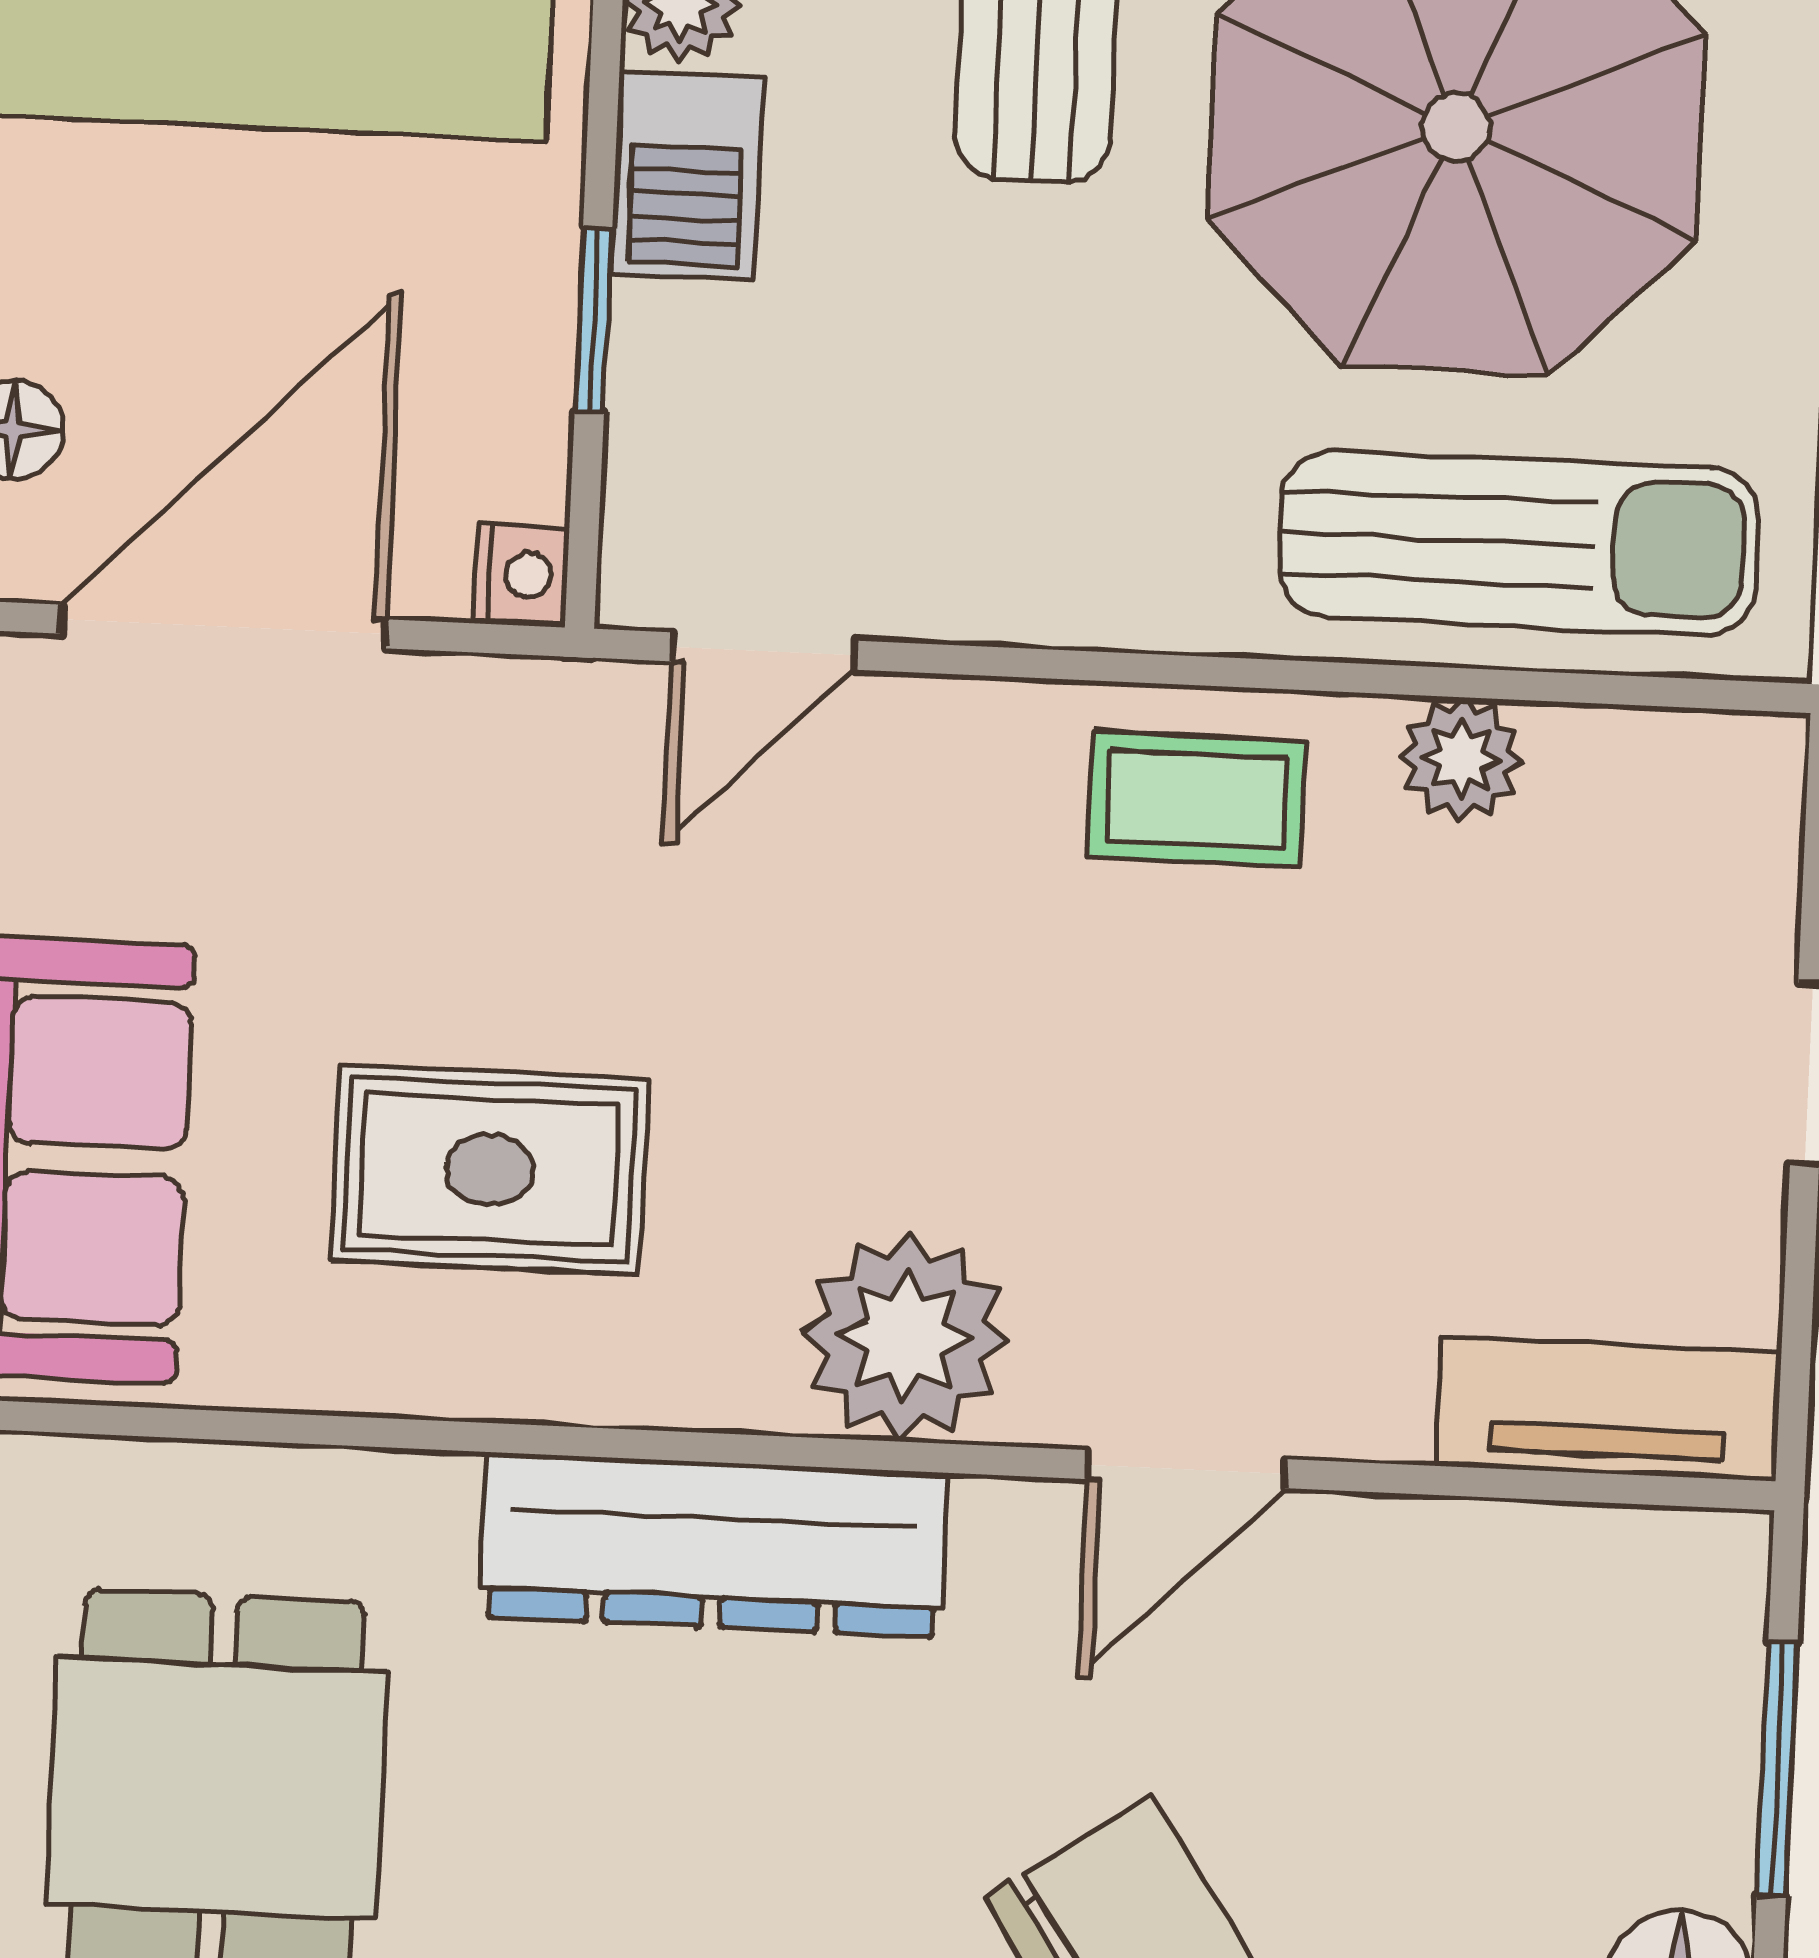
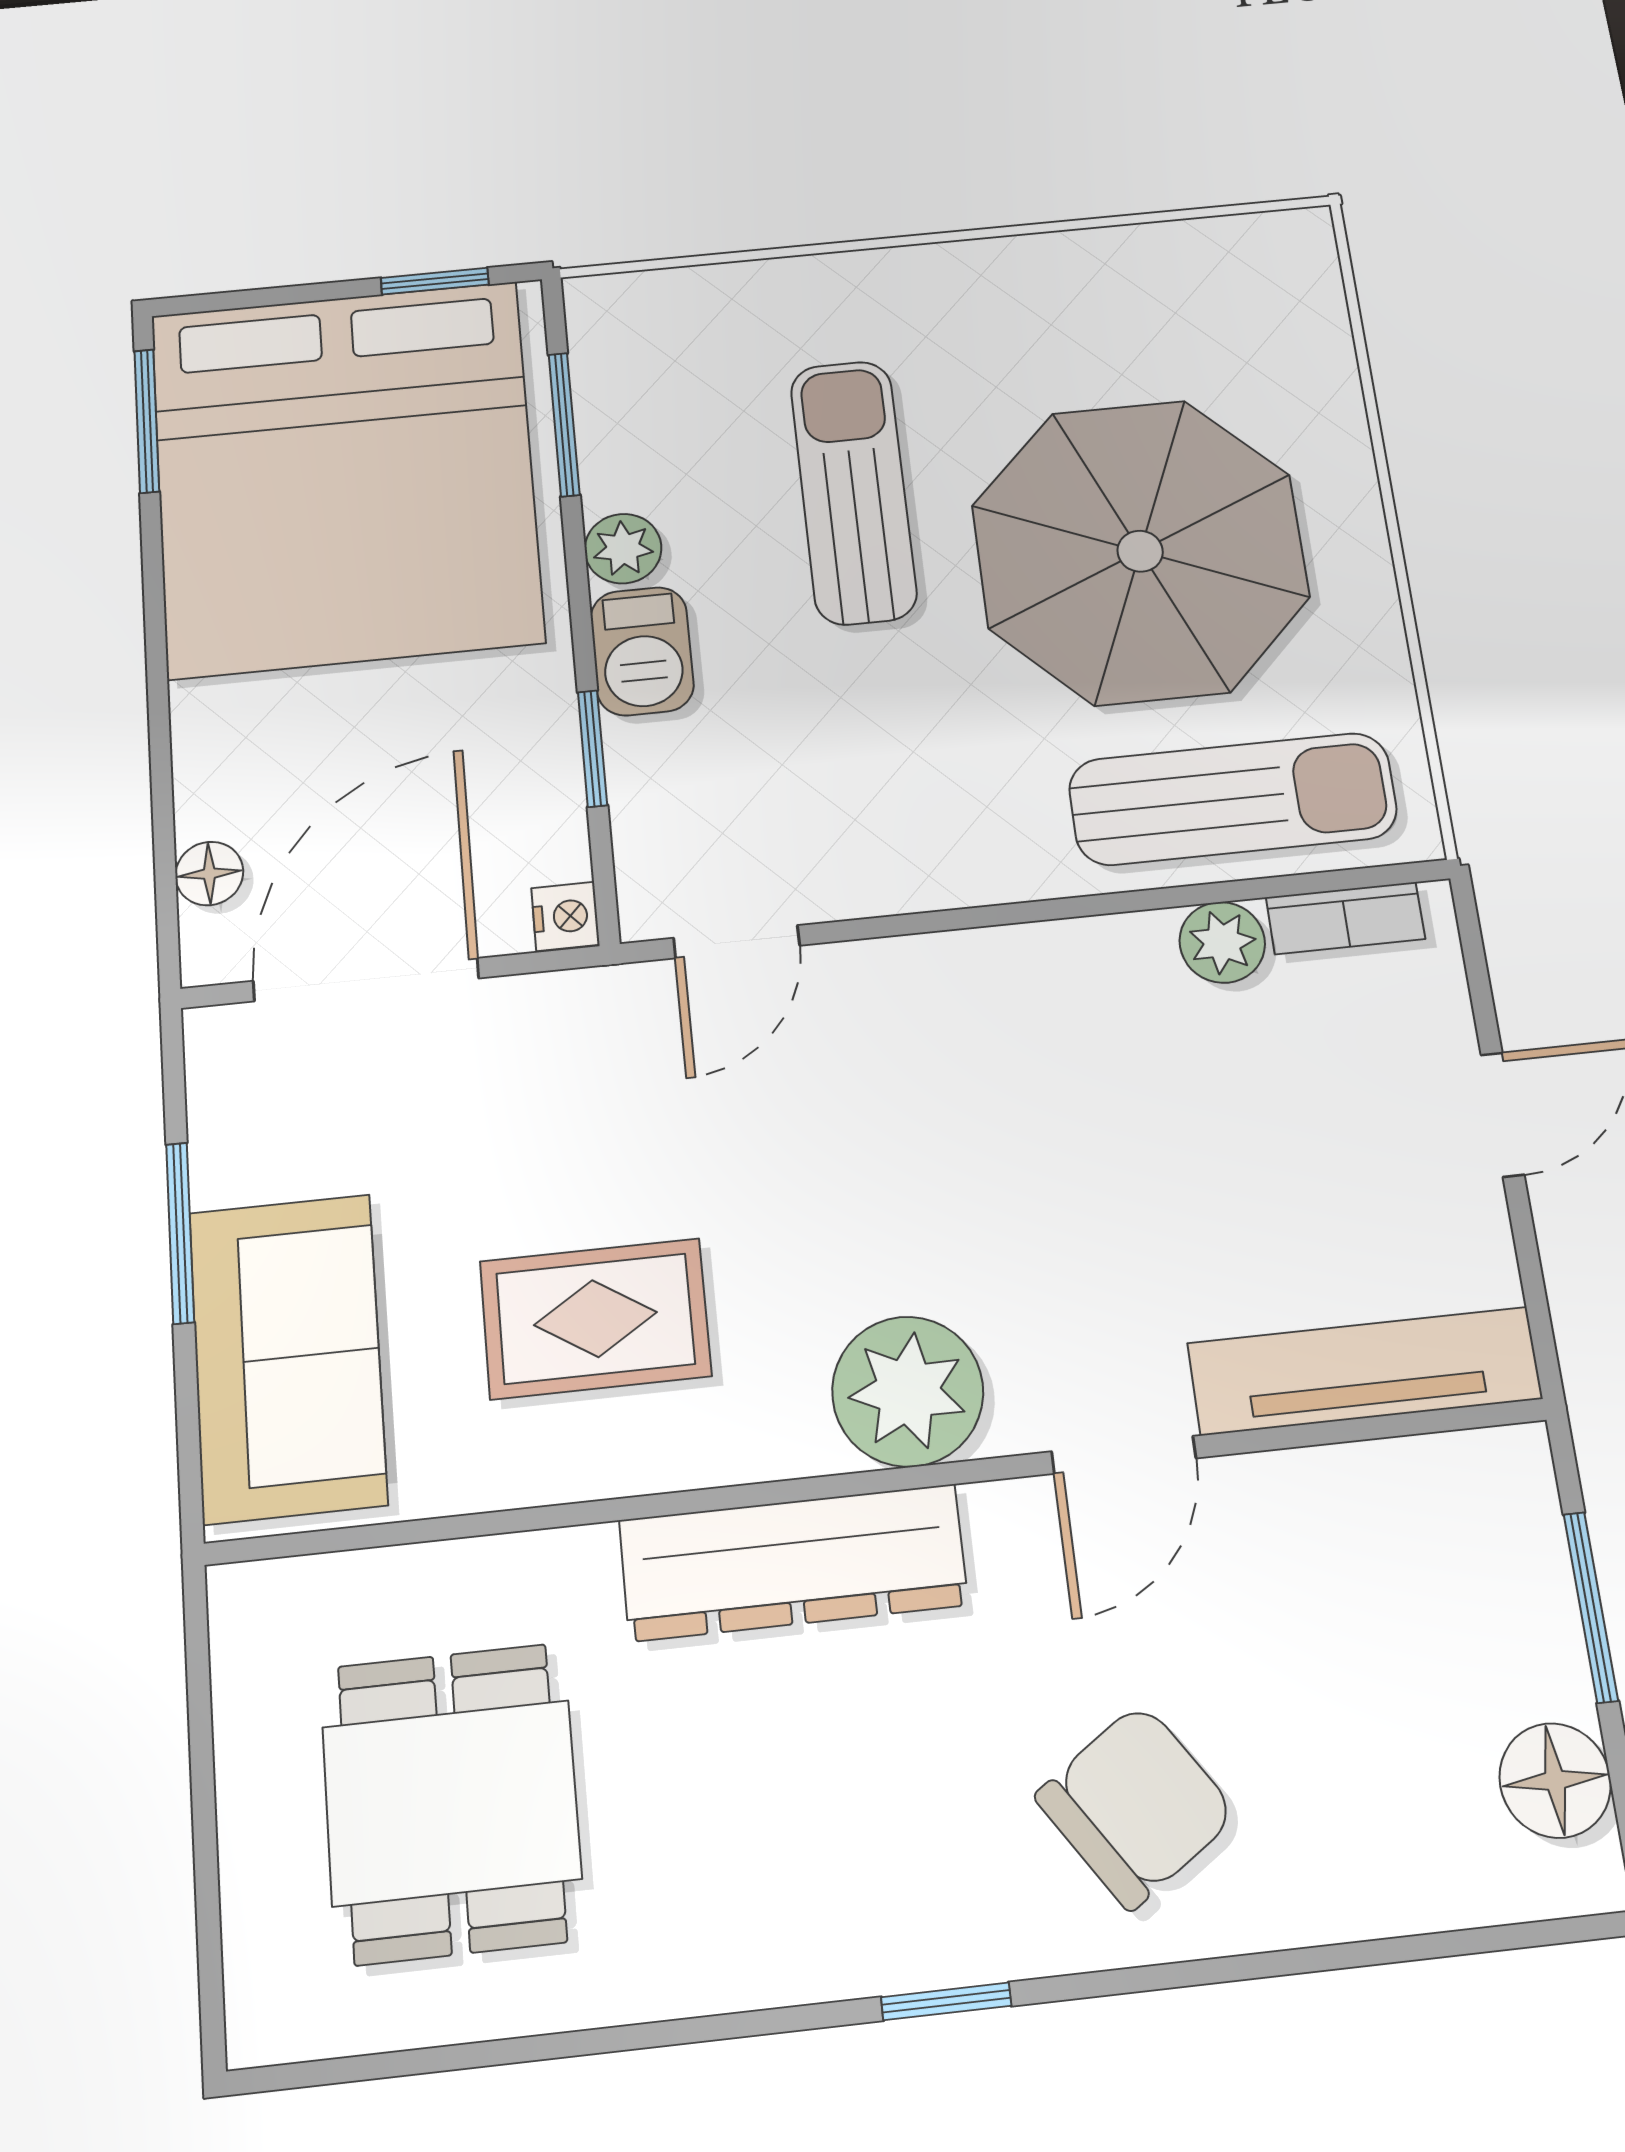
bookcase: (1646, 750) -> (1345, 918), added
coffee table: (1196, 799) -> (1048, 995), removed
tv unit: (1608, 1409) -> (1365, 1371), width x1.41

